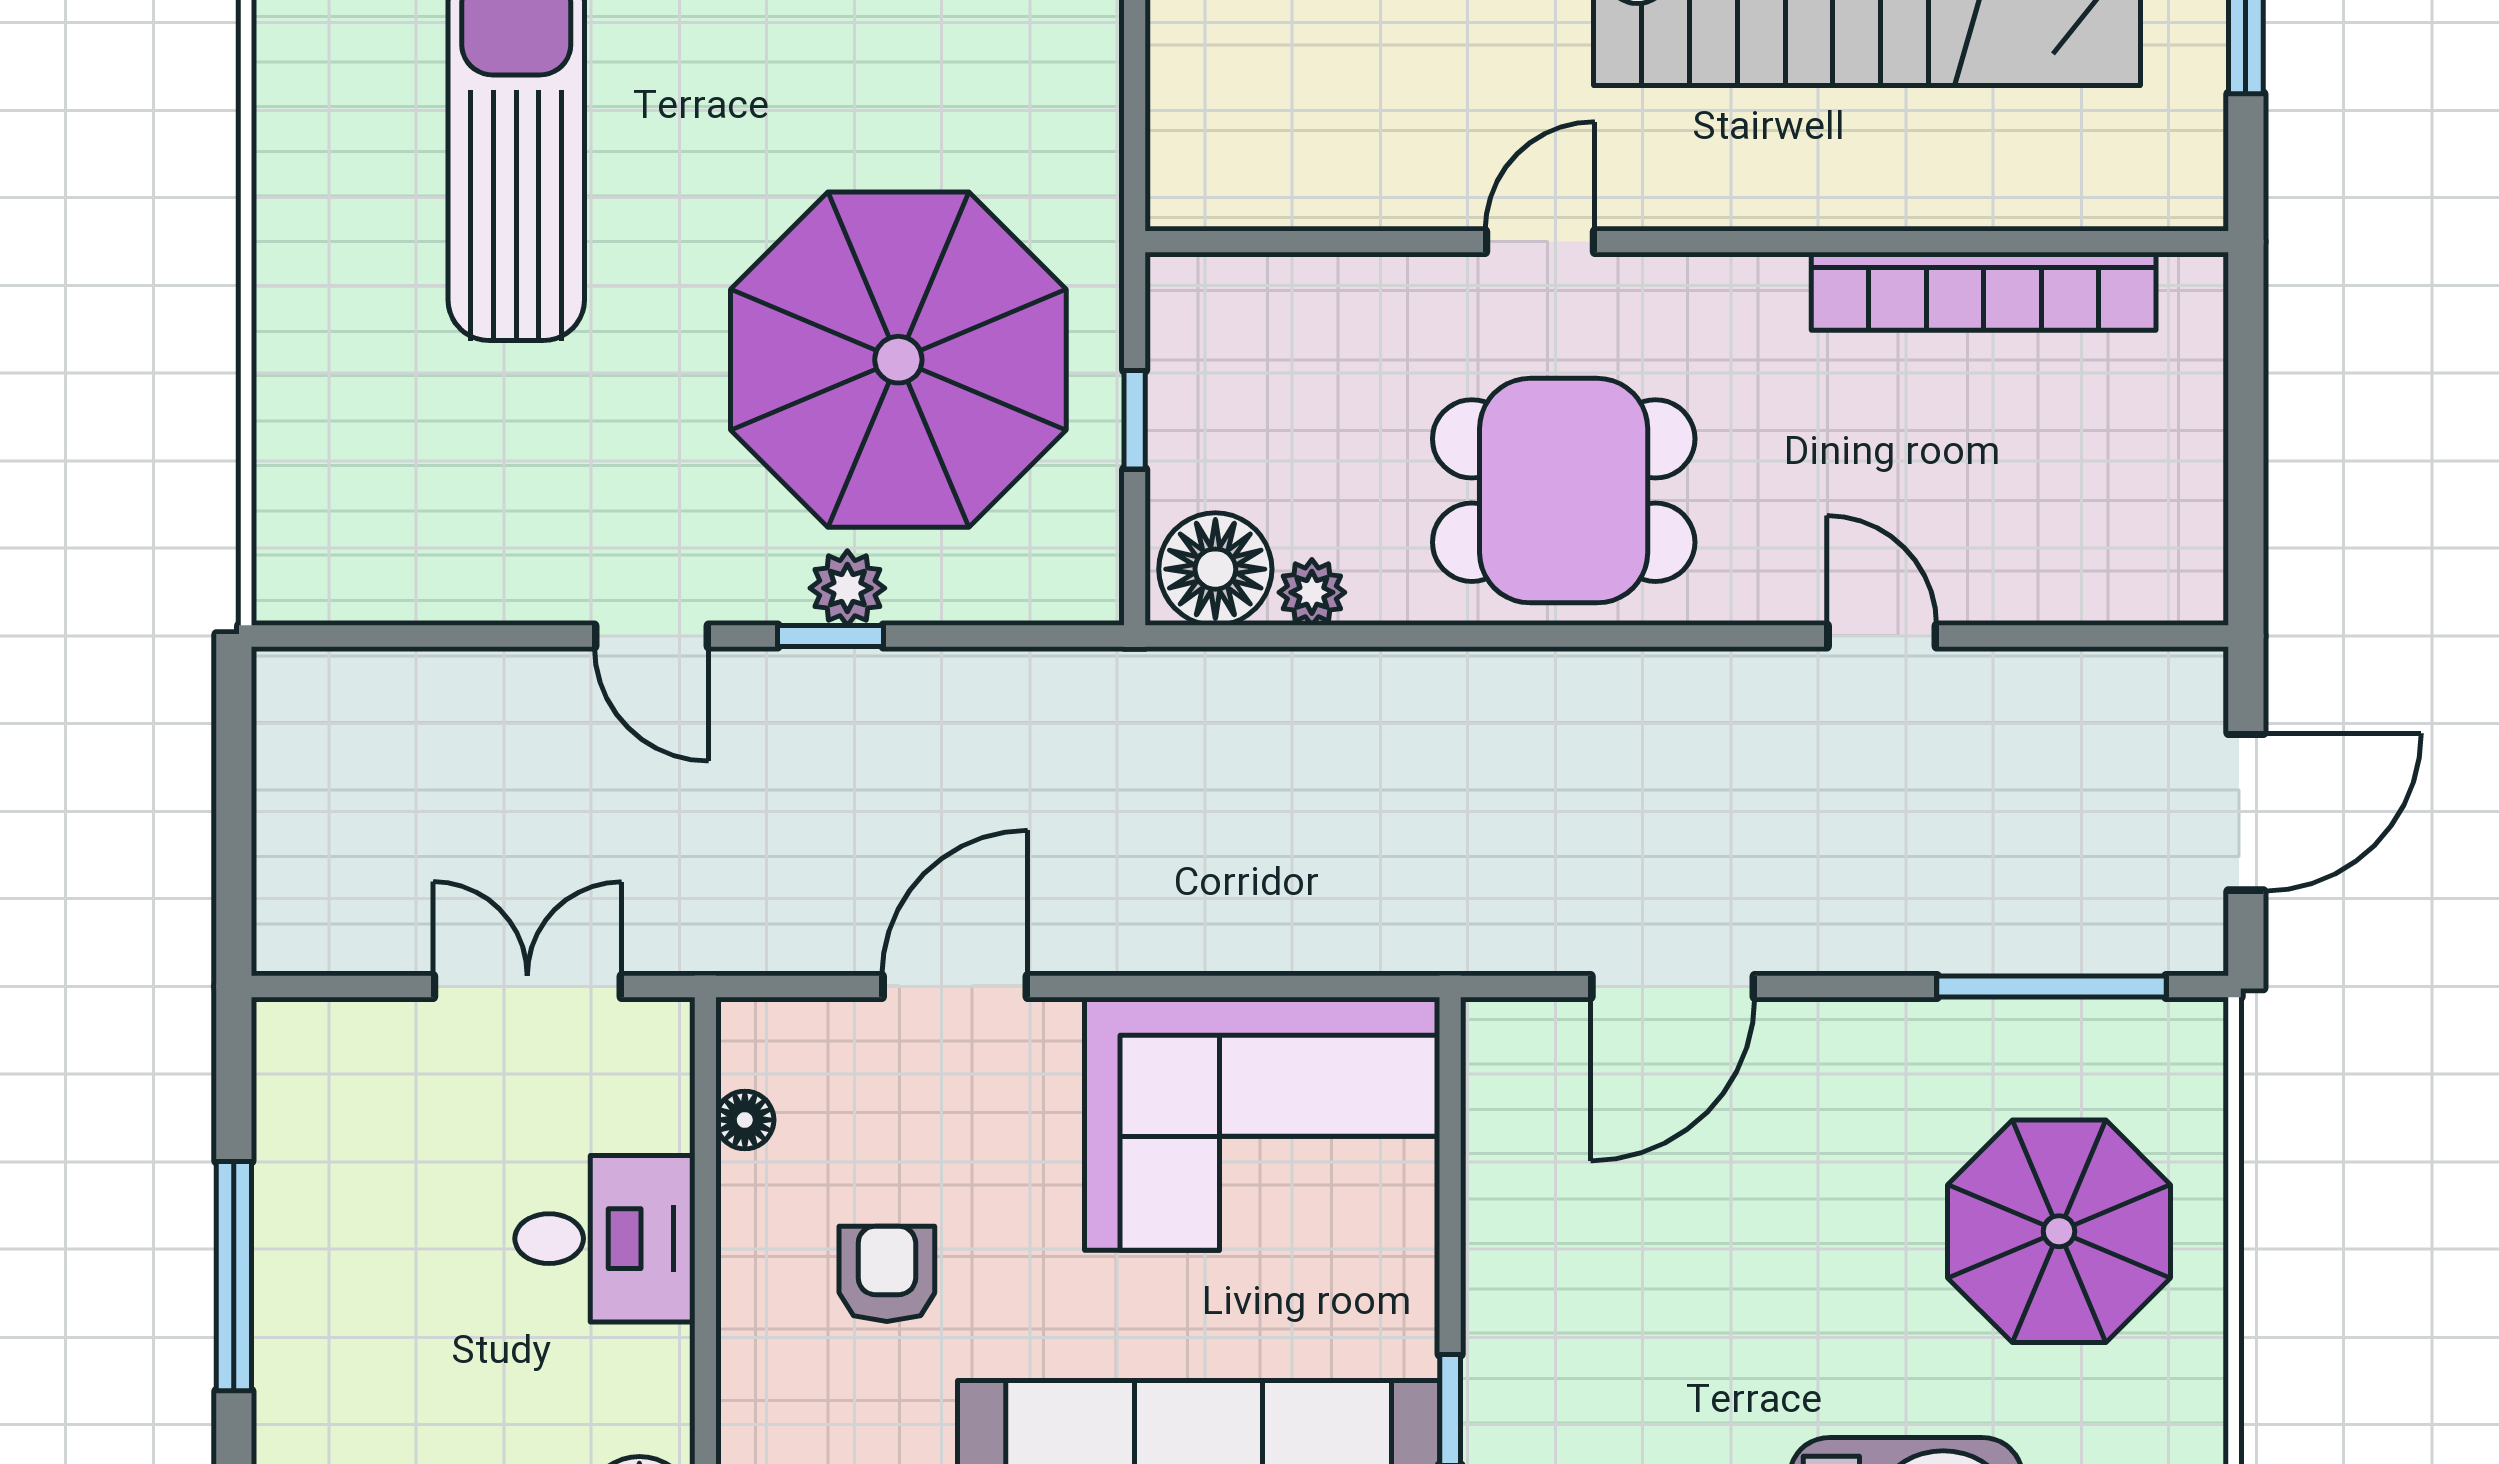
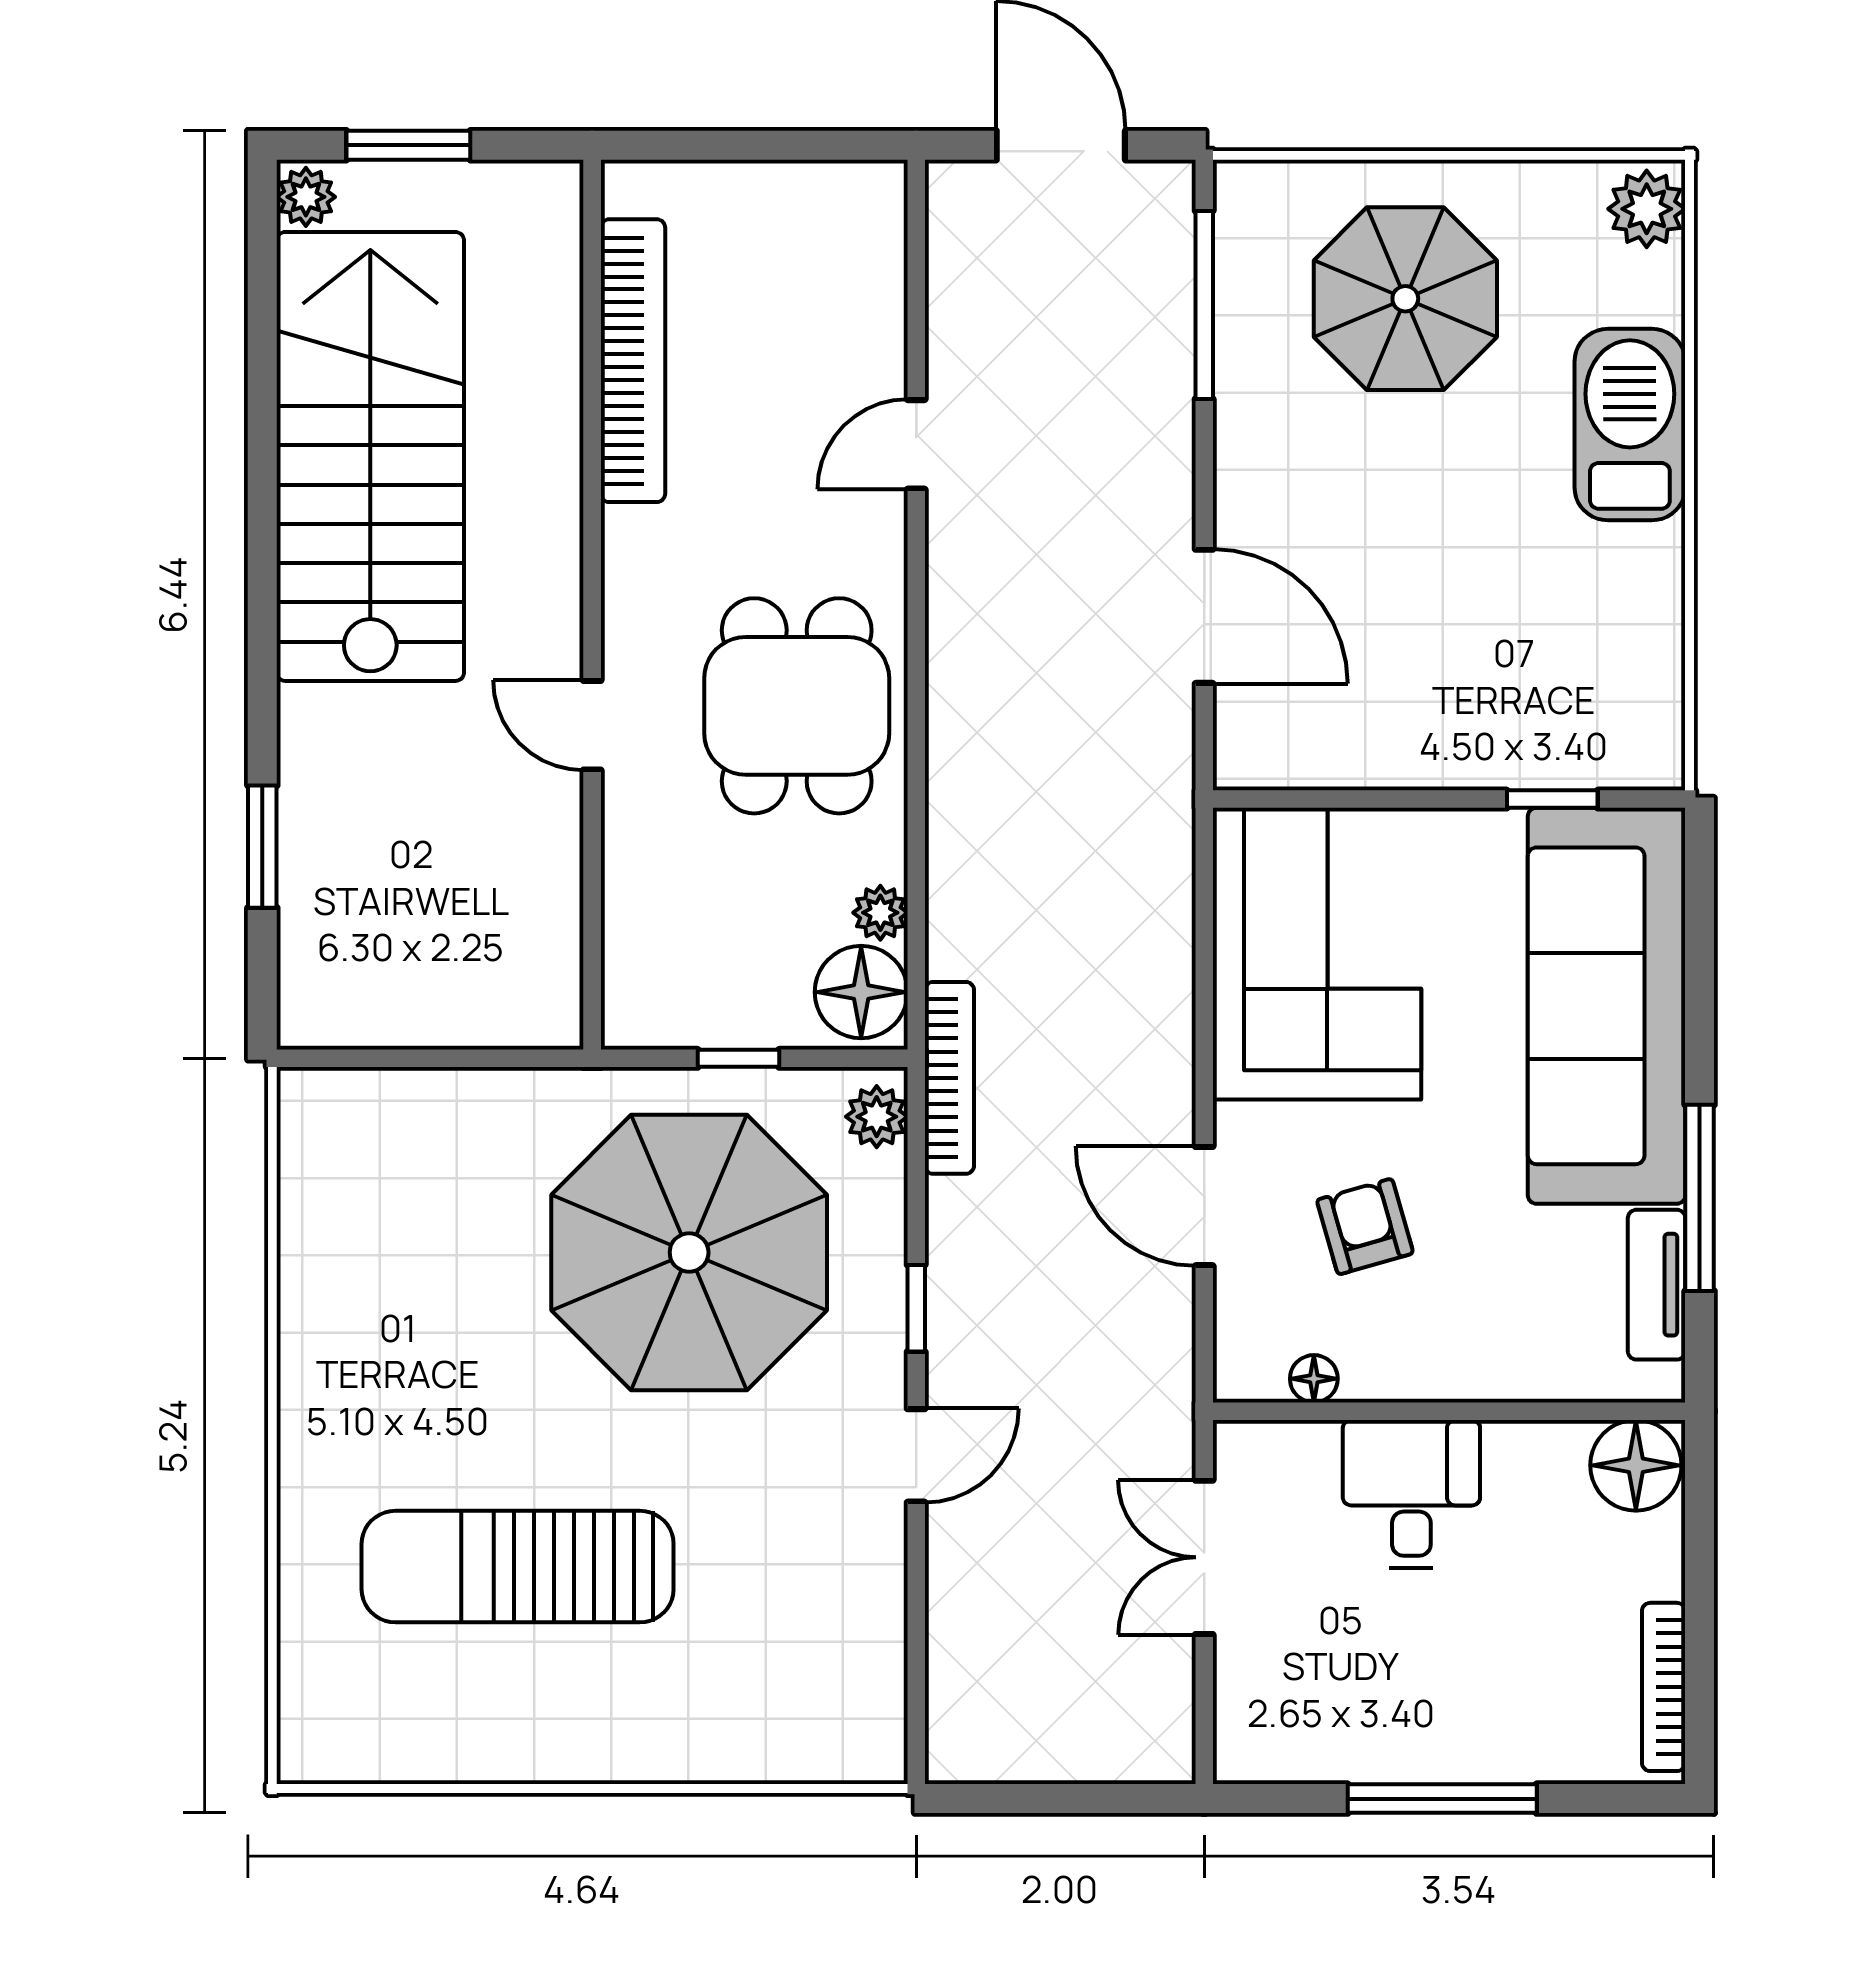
plant: (847, 588) -> (877, 1117), moved
bookcase: (1111, 676) -> (949, 1078), added
armchair: (887, 1274) -> (1365, 1227), moved, turned 74

